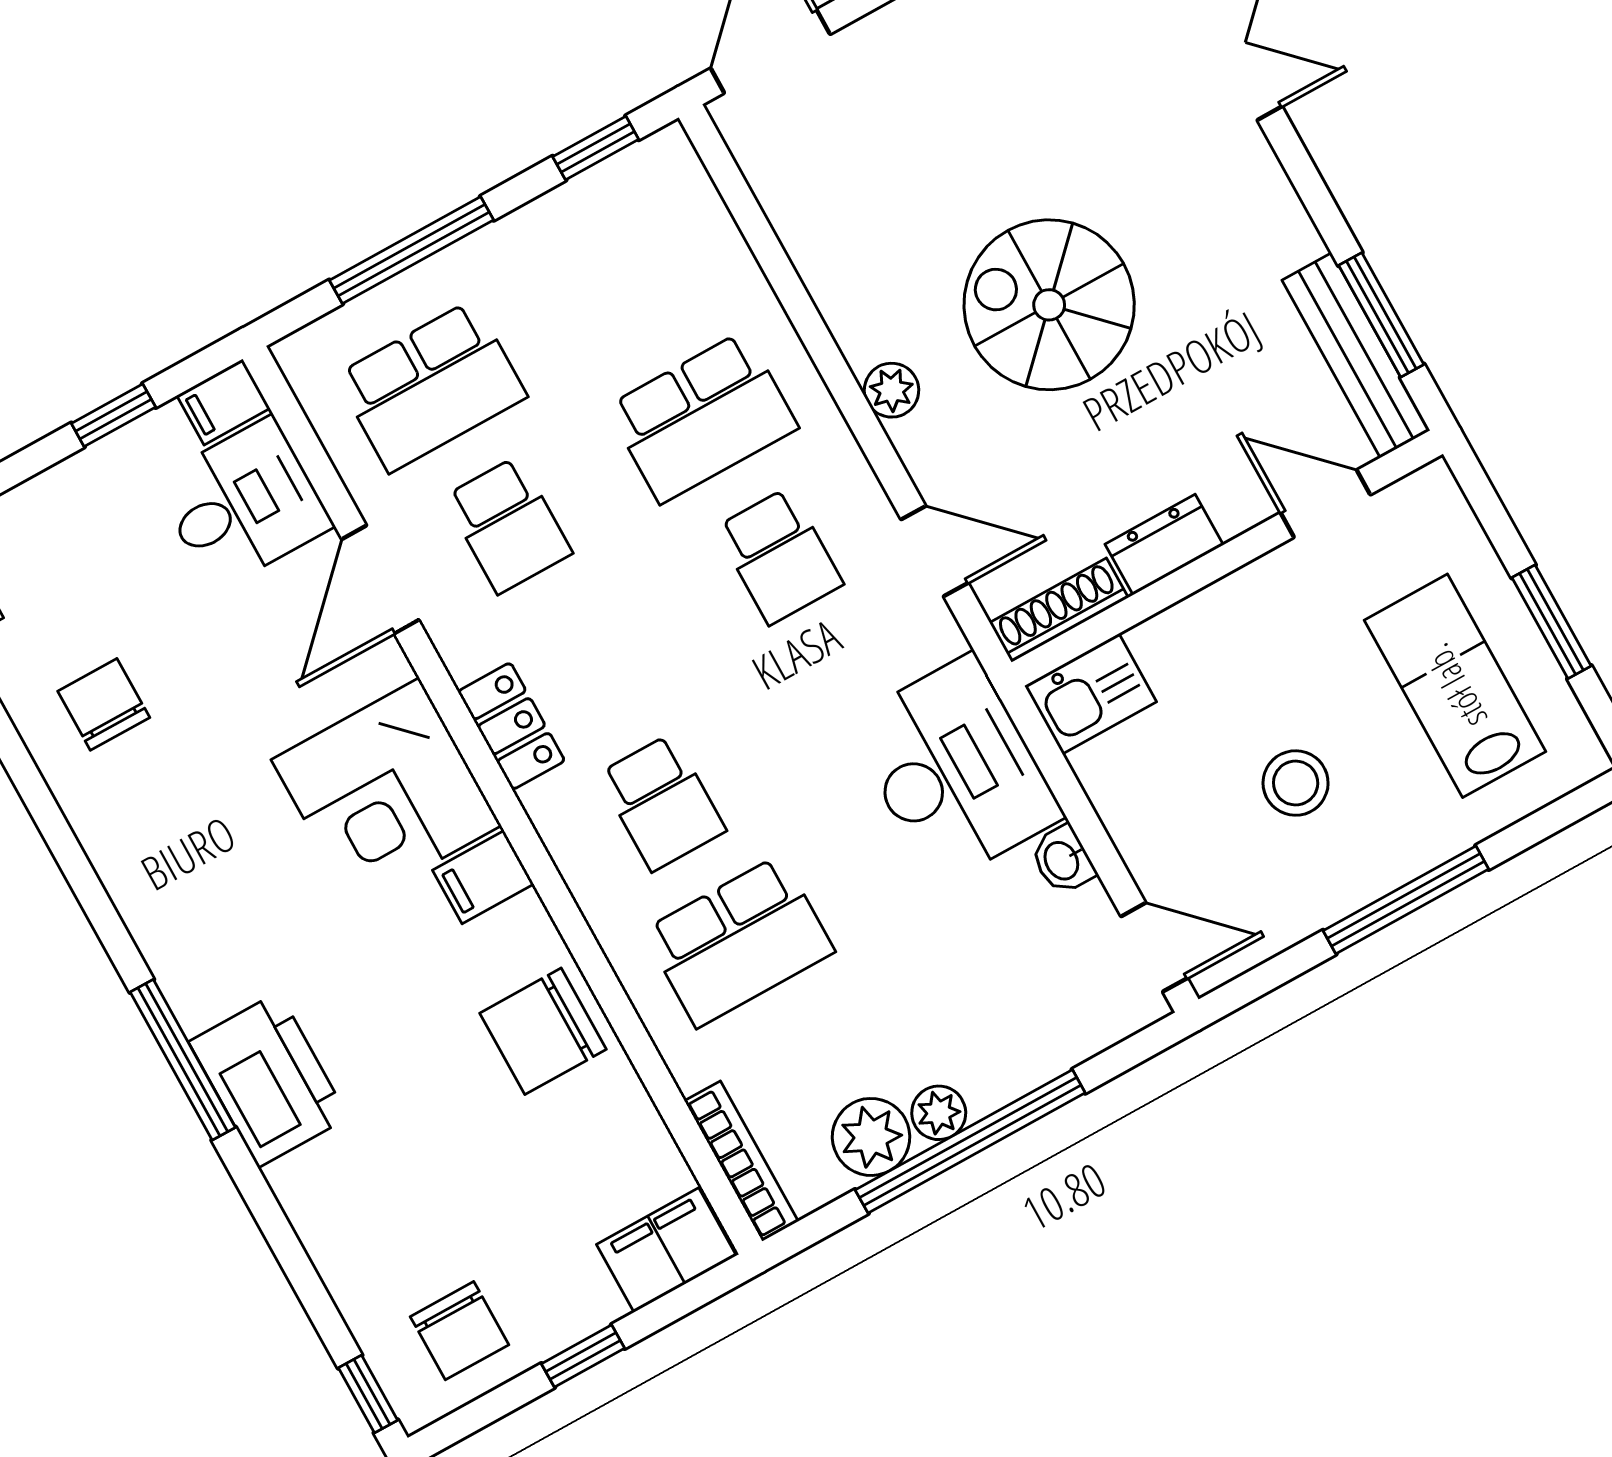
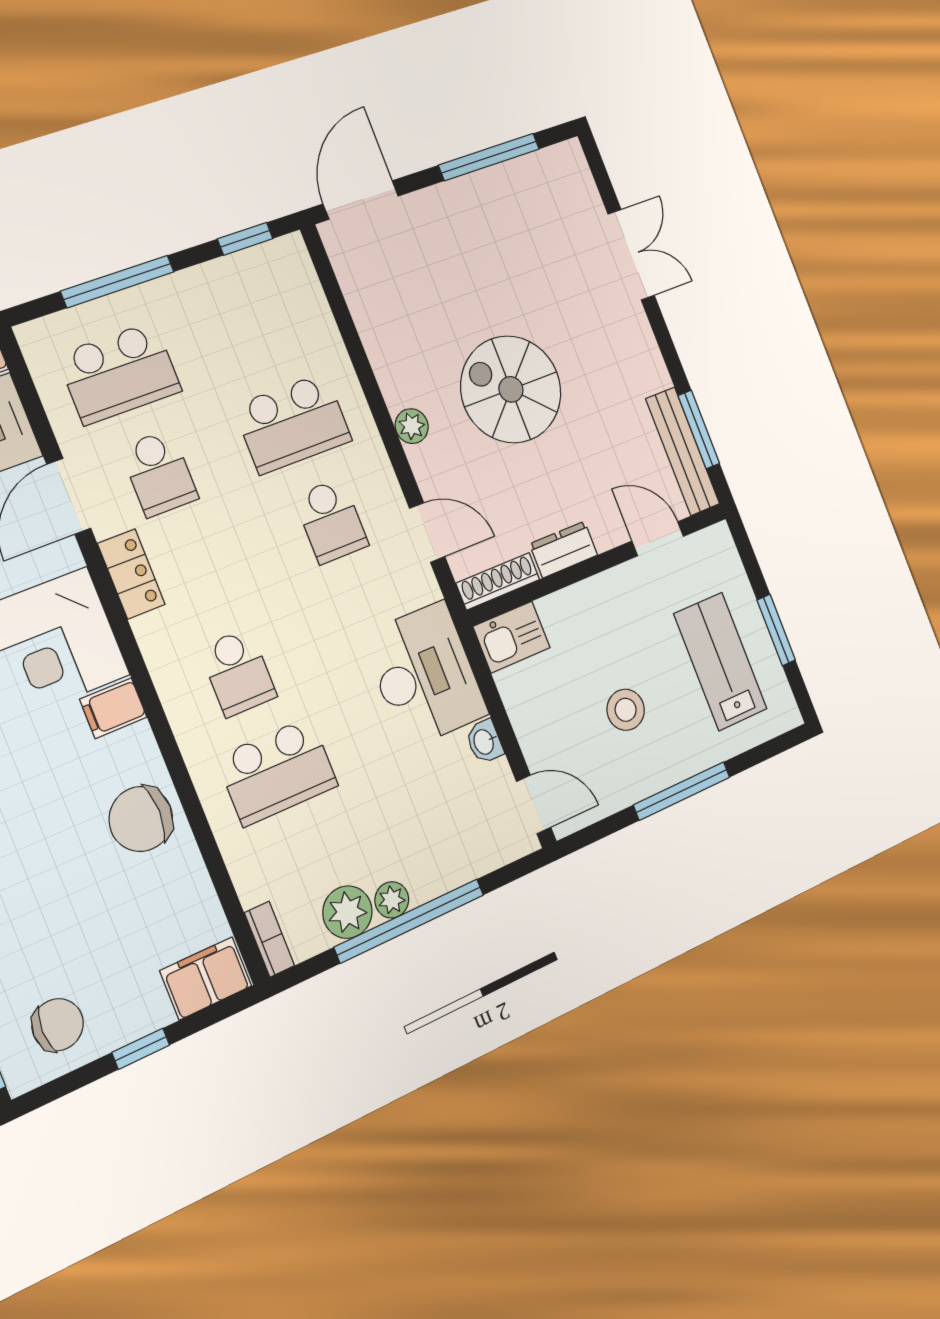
locker: (511, 726) -> (131, 574), moved
bookcase: (741, 1161) -> (269, 939), width x0.64
chair: (459, 1331) -> (58, 1025), turned -90

